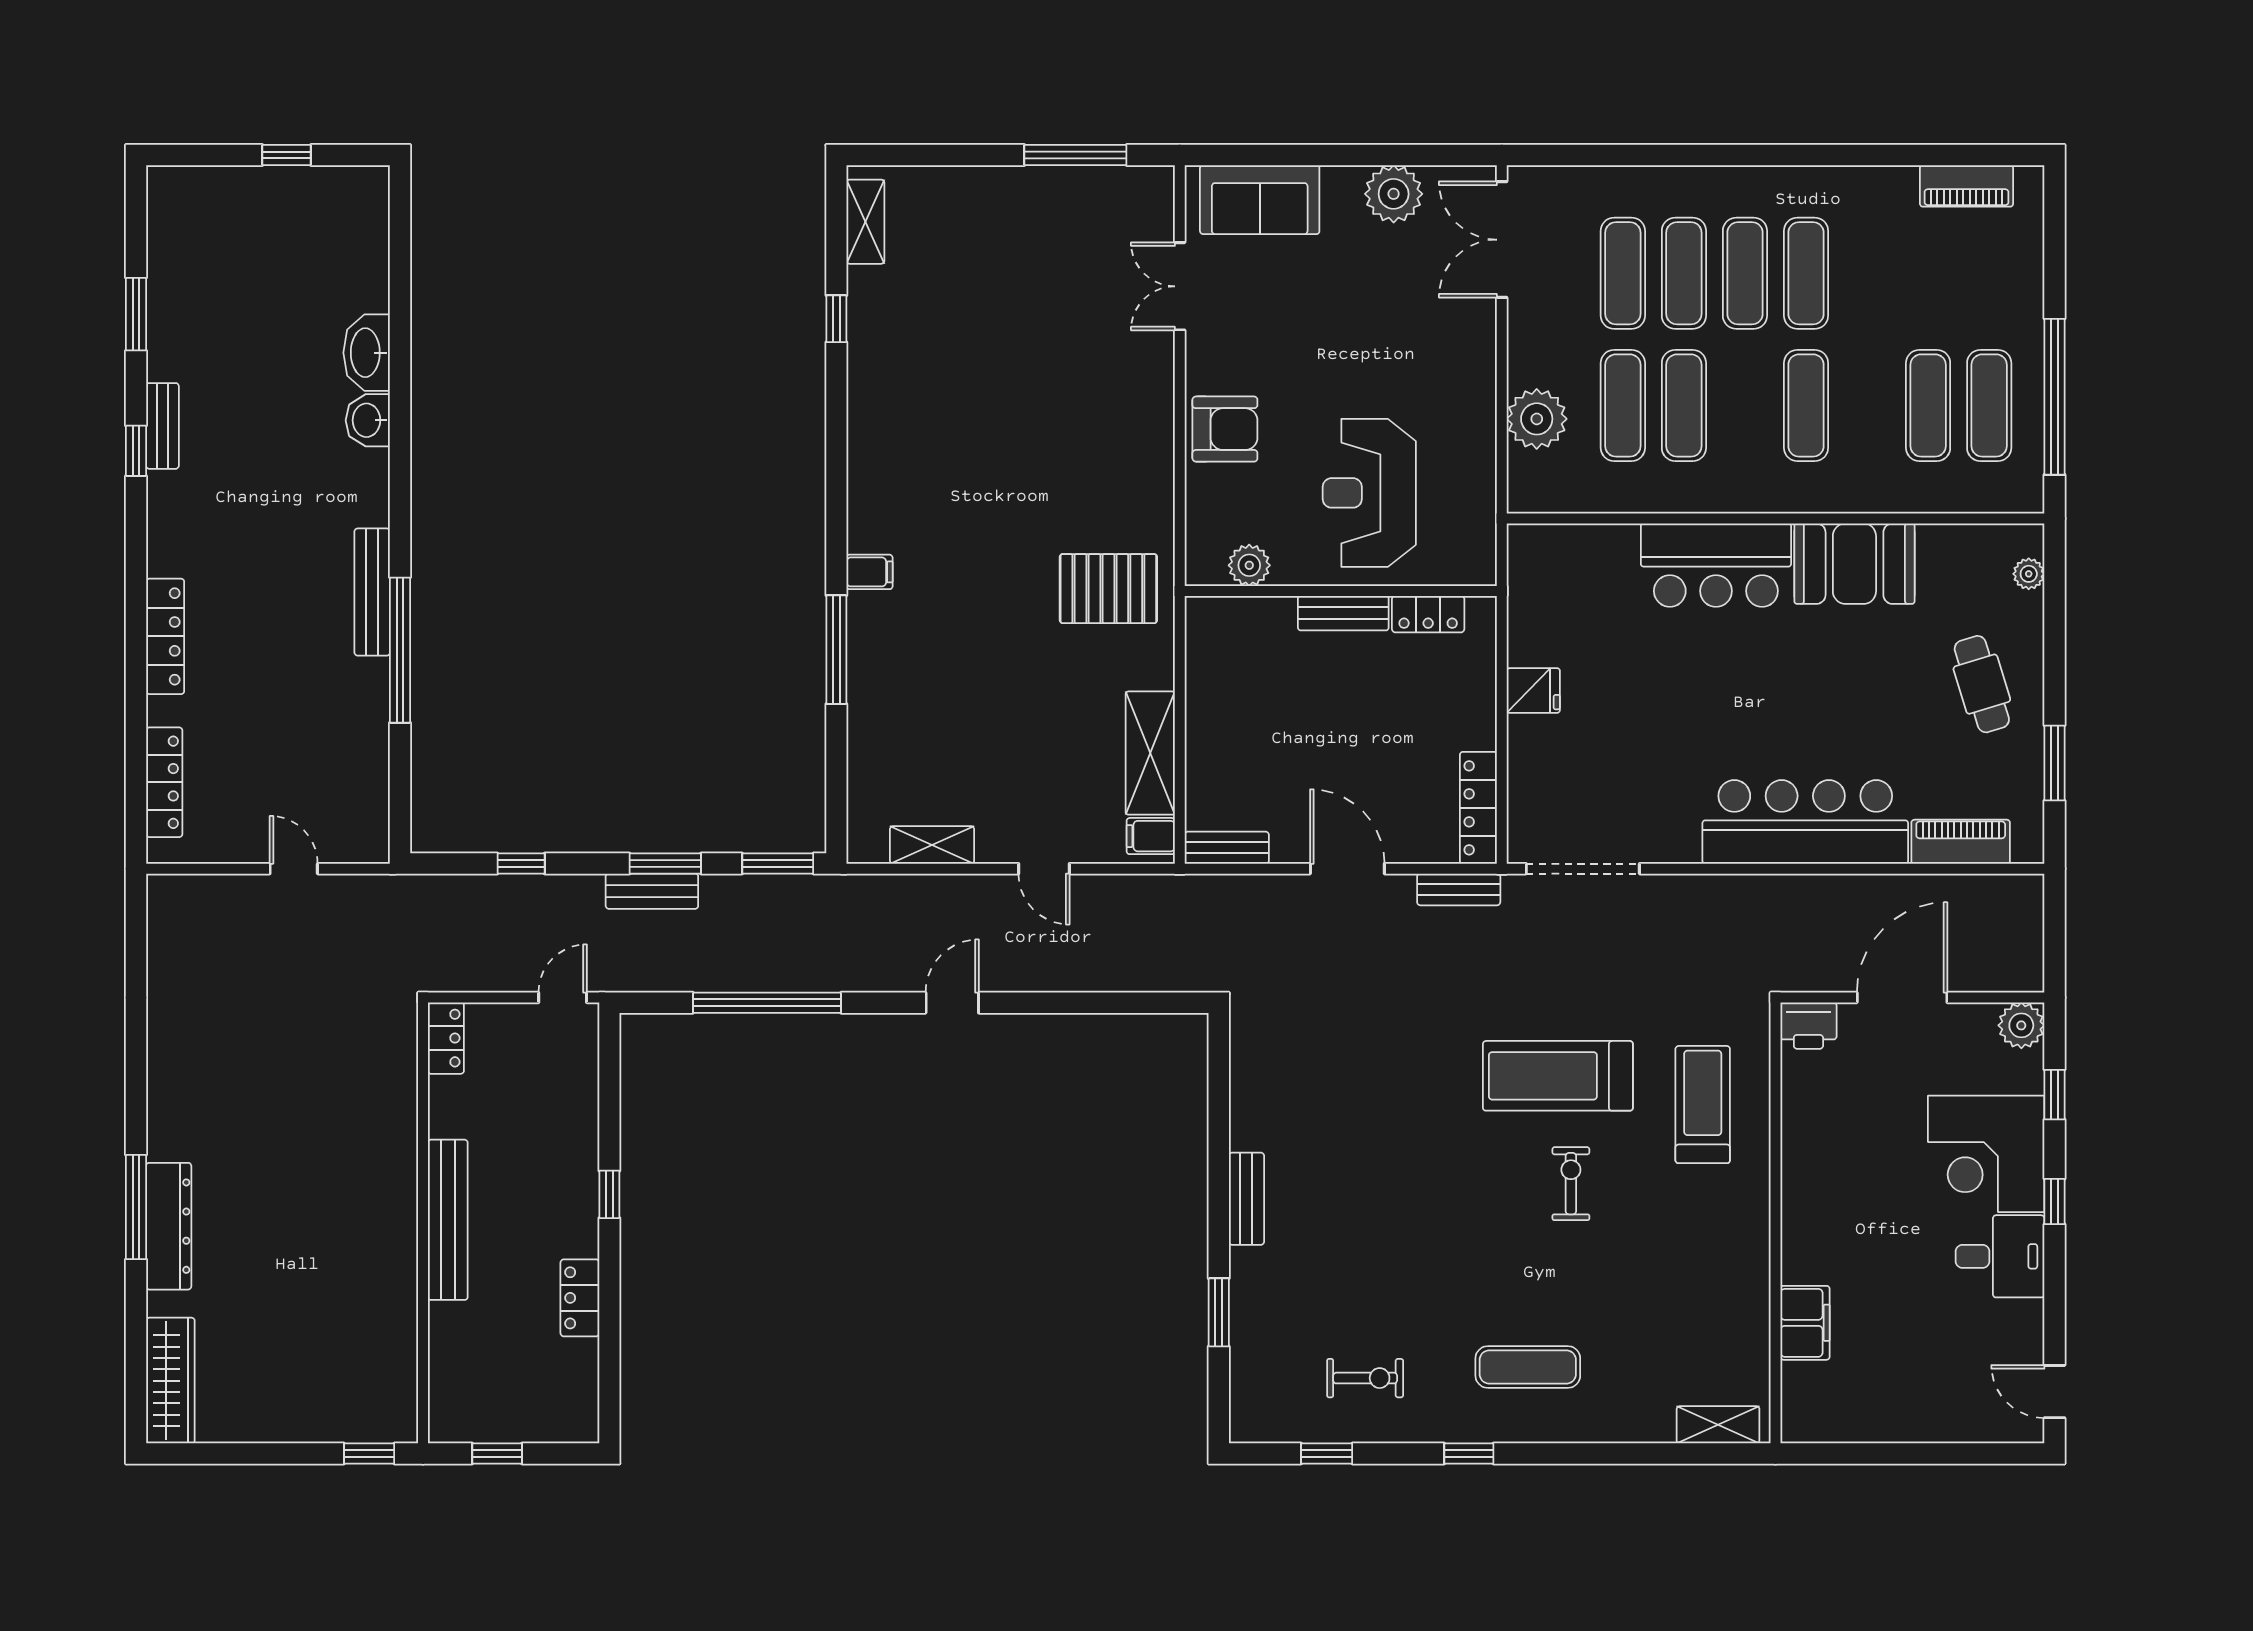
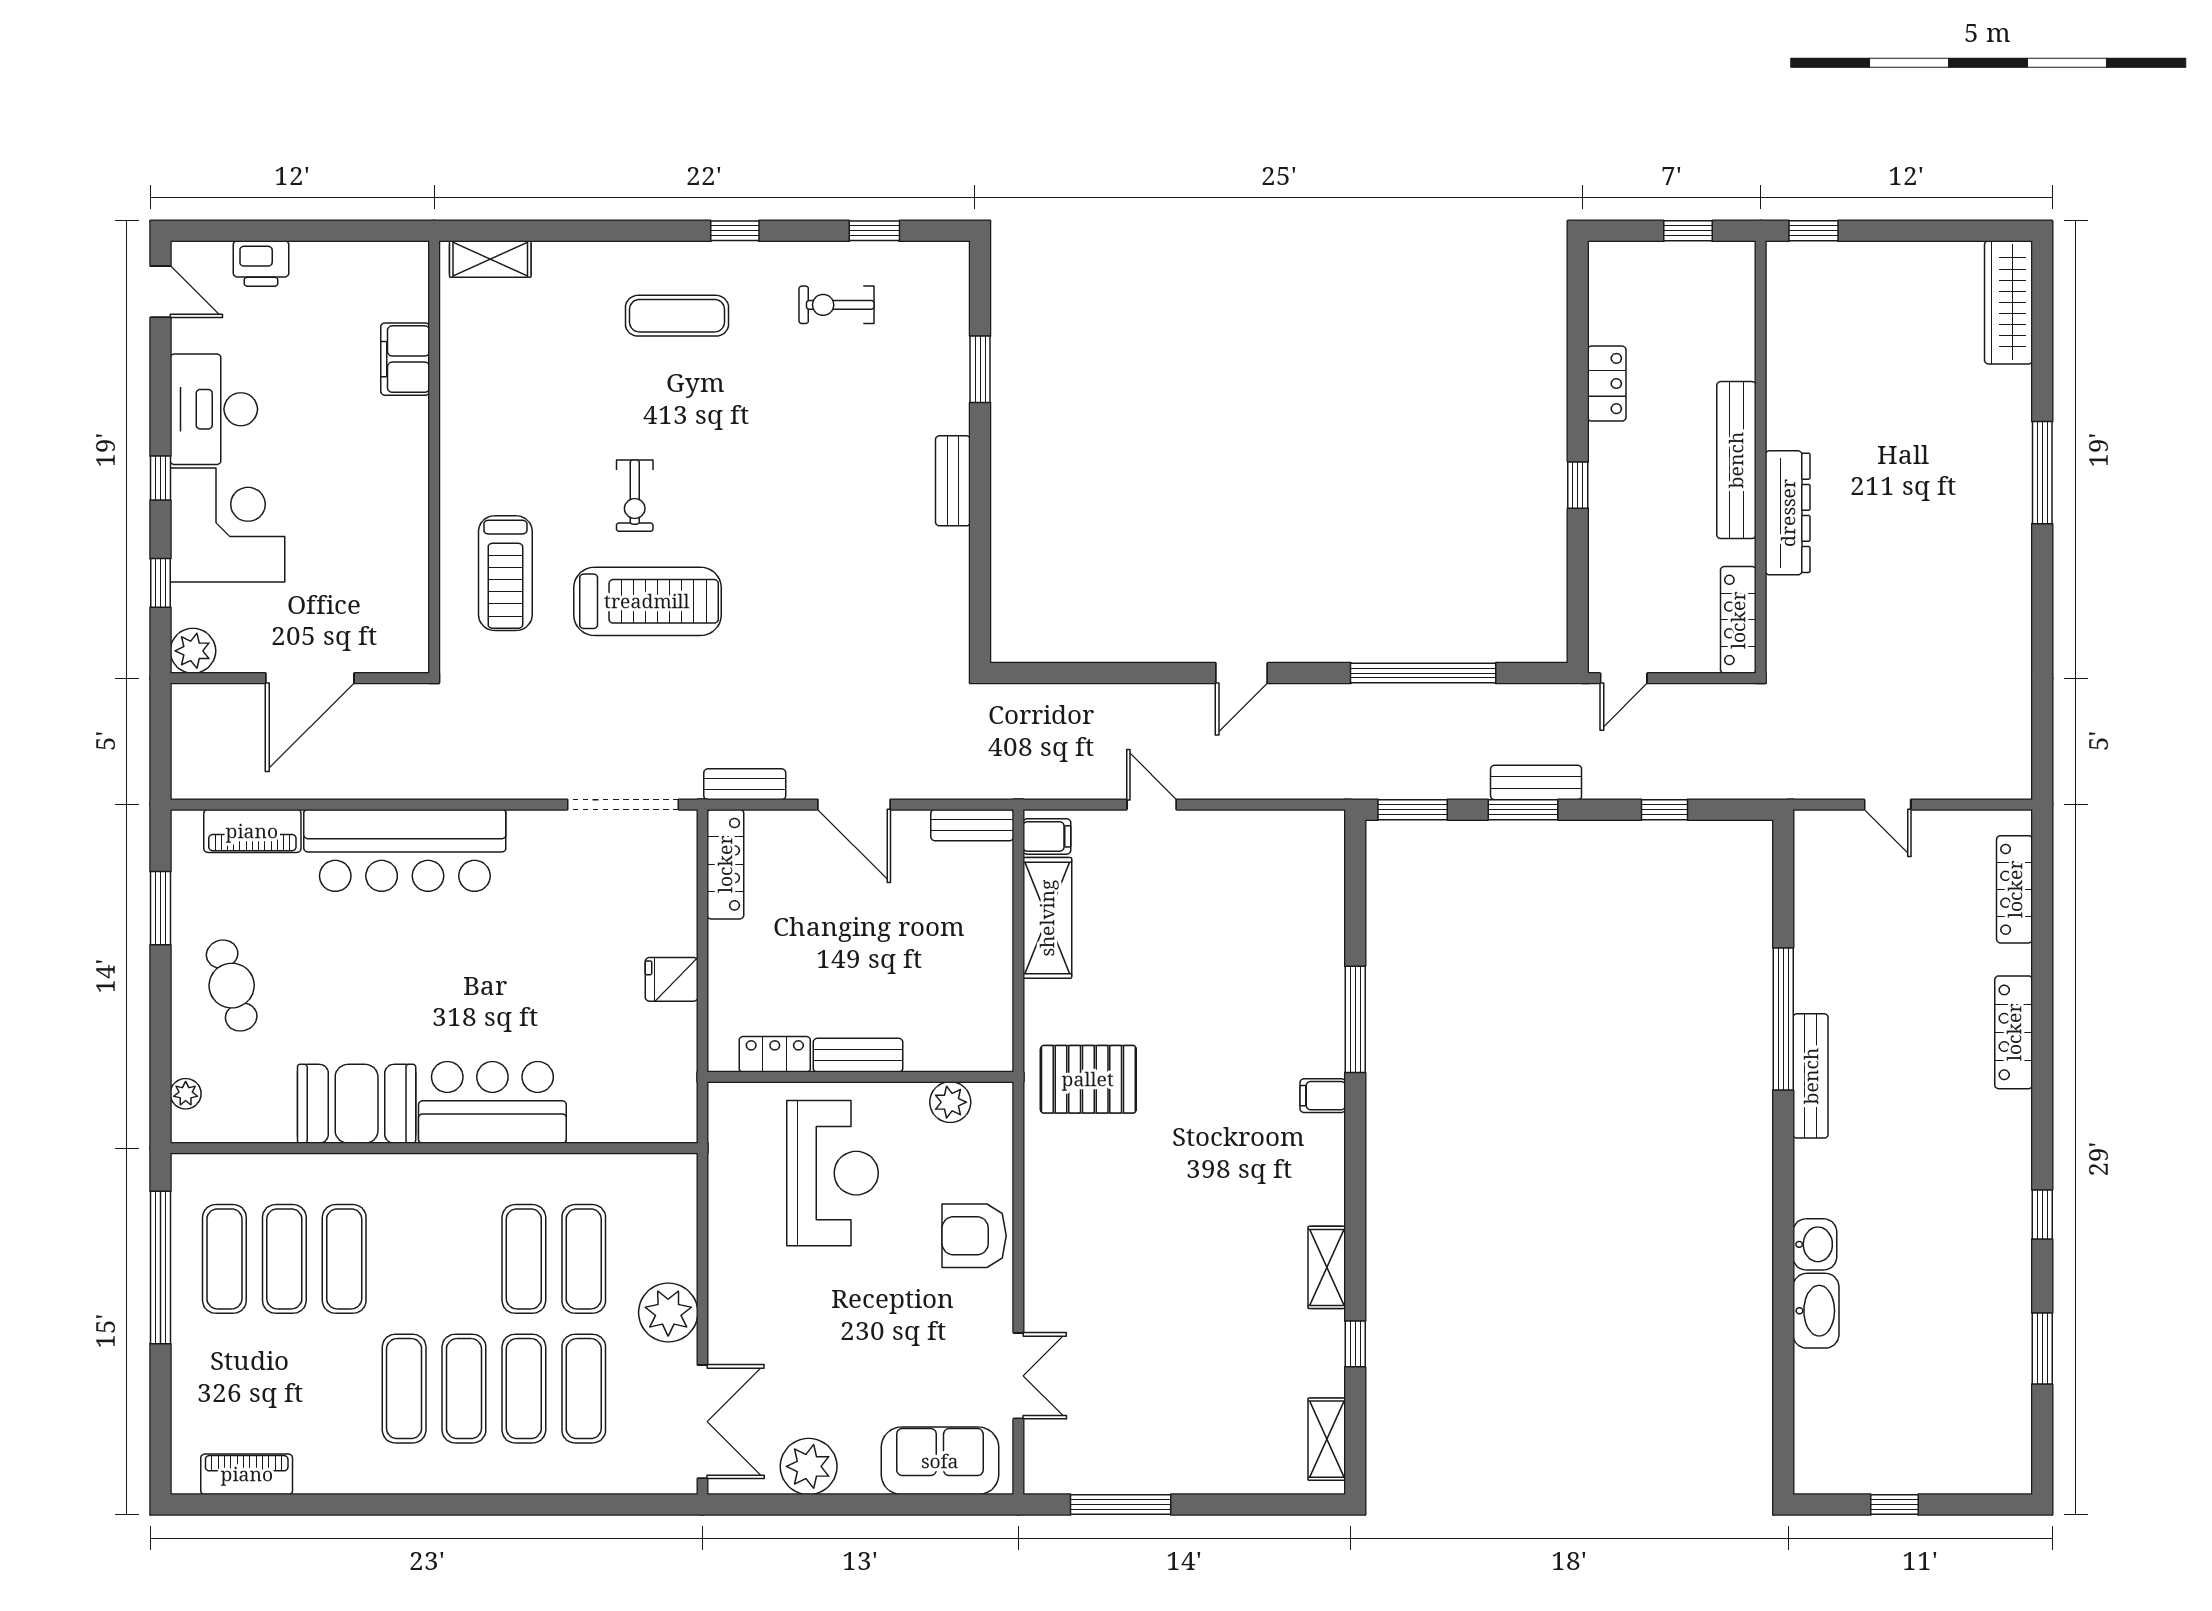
exercise mat: (1806, 405) -> (344, 1259), moved
plant: (1537, 419) -> (668, 1312), moved
bench: (162, 426) -> (2016, 1239), removed
shelving: (932, 845) -> (1327, 1267), moved, turned 90
printer: (1808, 1026) -> (261, 263), moved, turned 180
locker: (446, 1038) -> (1738, 620), width x1.53
dresser: (169, 1226) -> (1788, 513), moved, turned 180
desk: (2000, 1256) -> (214, 409), width x1.37

